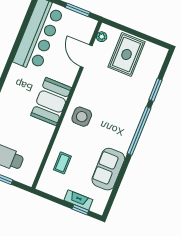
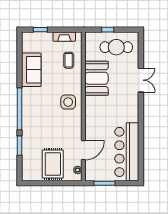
door: (86, 56) -> (83, 150), hinge flipped
booth: (51, 102) -> (97, 78), moved
fireplace: (78, 200) -> (64, 37), moved

